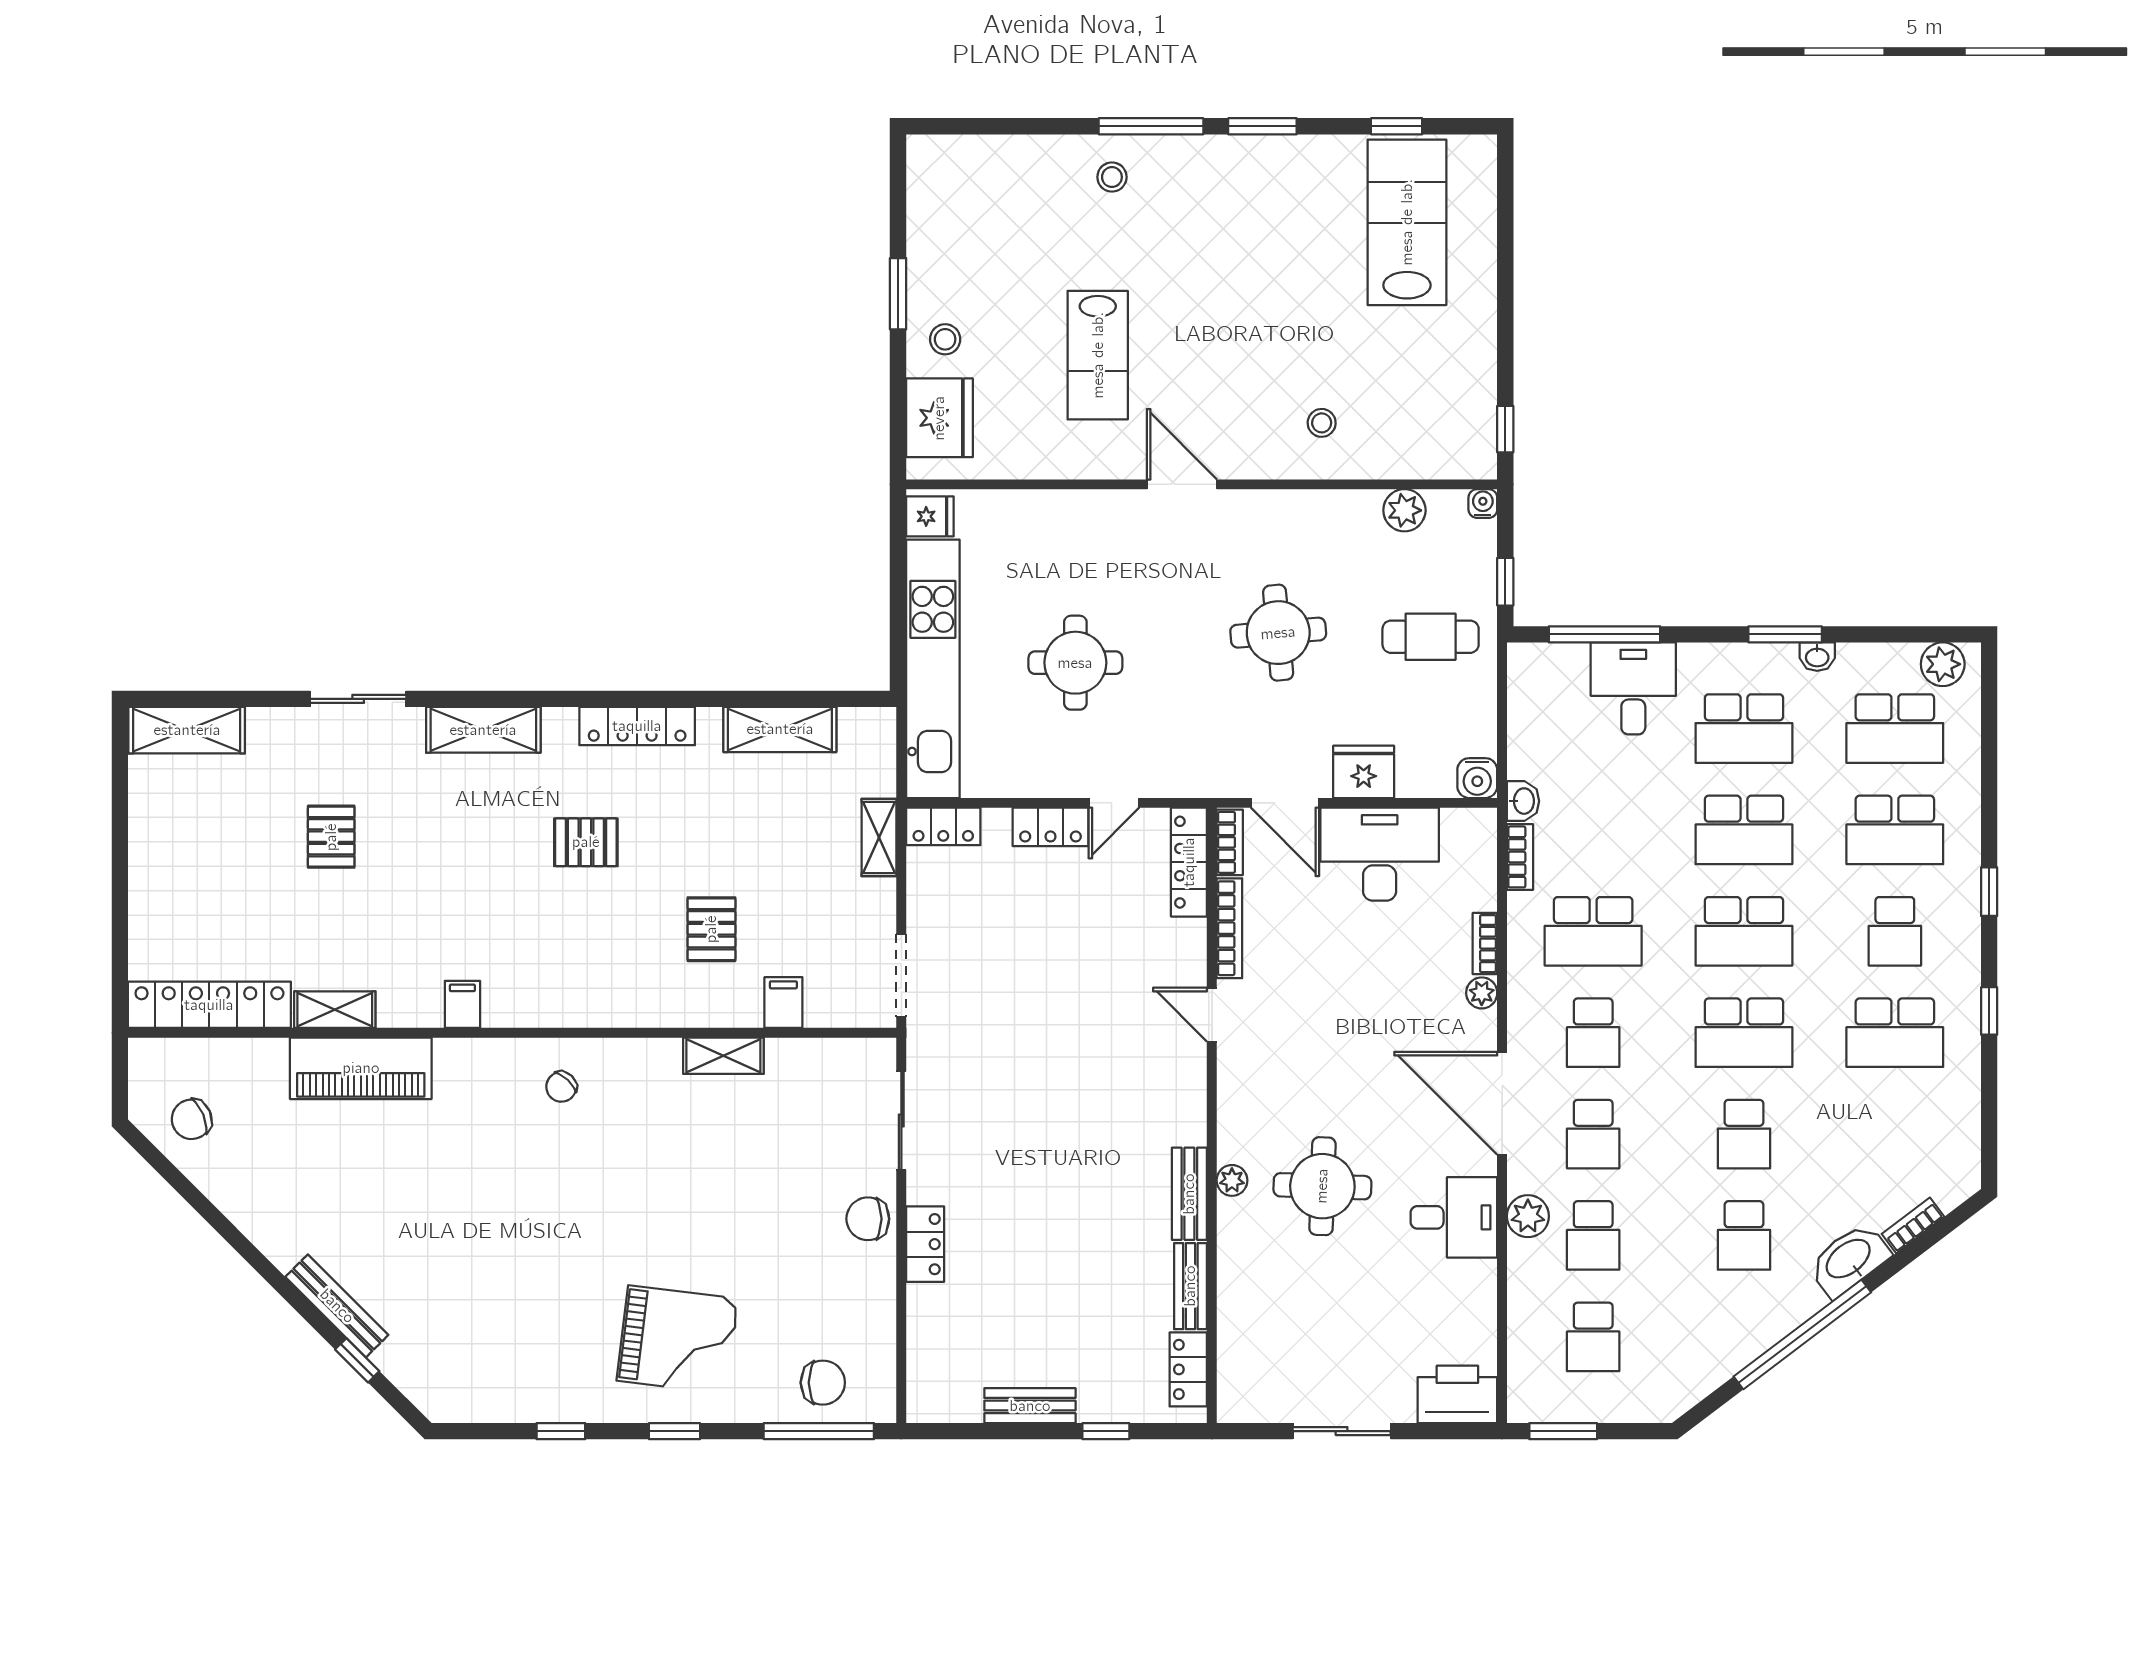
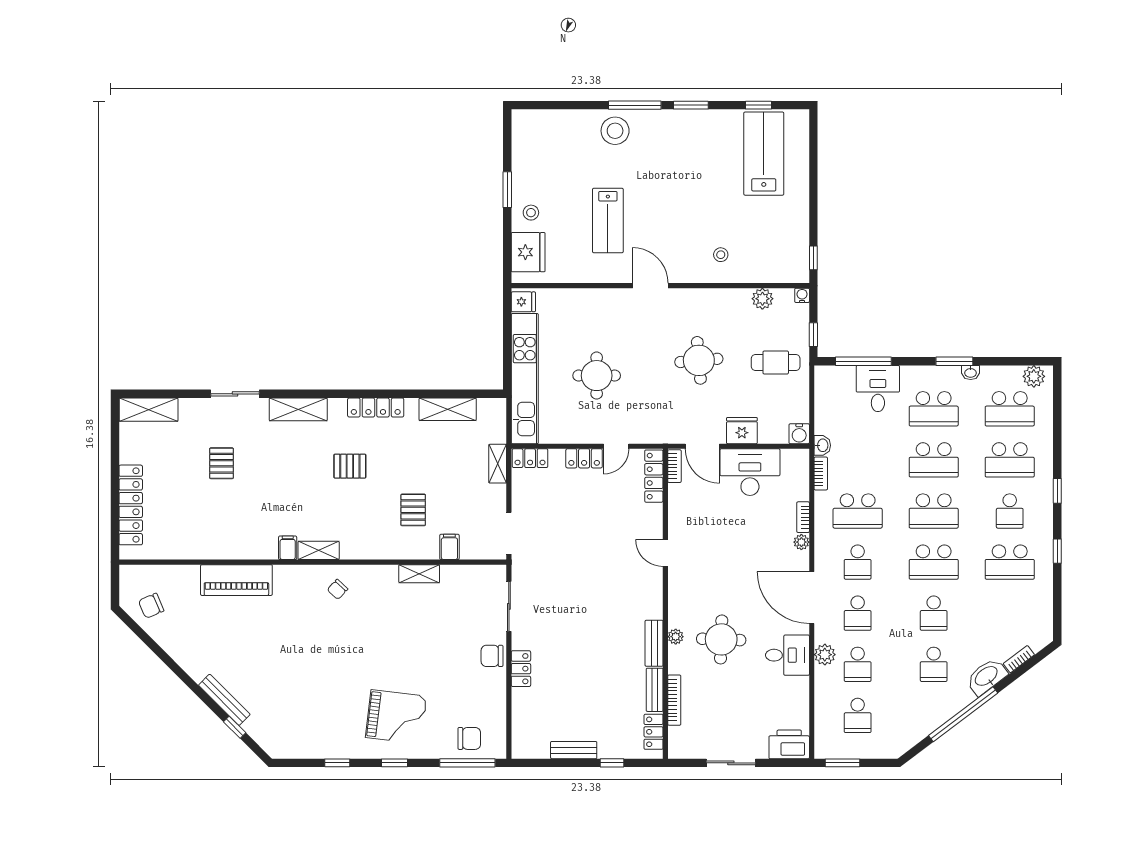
stool: (1112, 177) -> (615, 131), width x1.89, depth x1.89
bookcase: (1229, 928) -> (674, 700), moved
locker: (209, 1005) -> (131, 505), moved, turned 90
shelving: (335, 1010) -> (319, 550), moved

